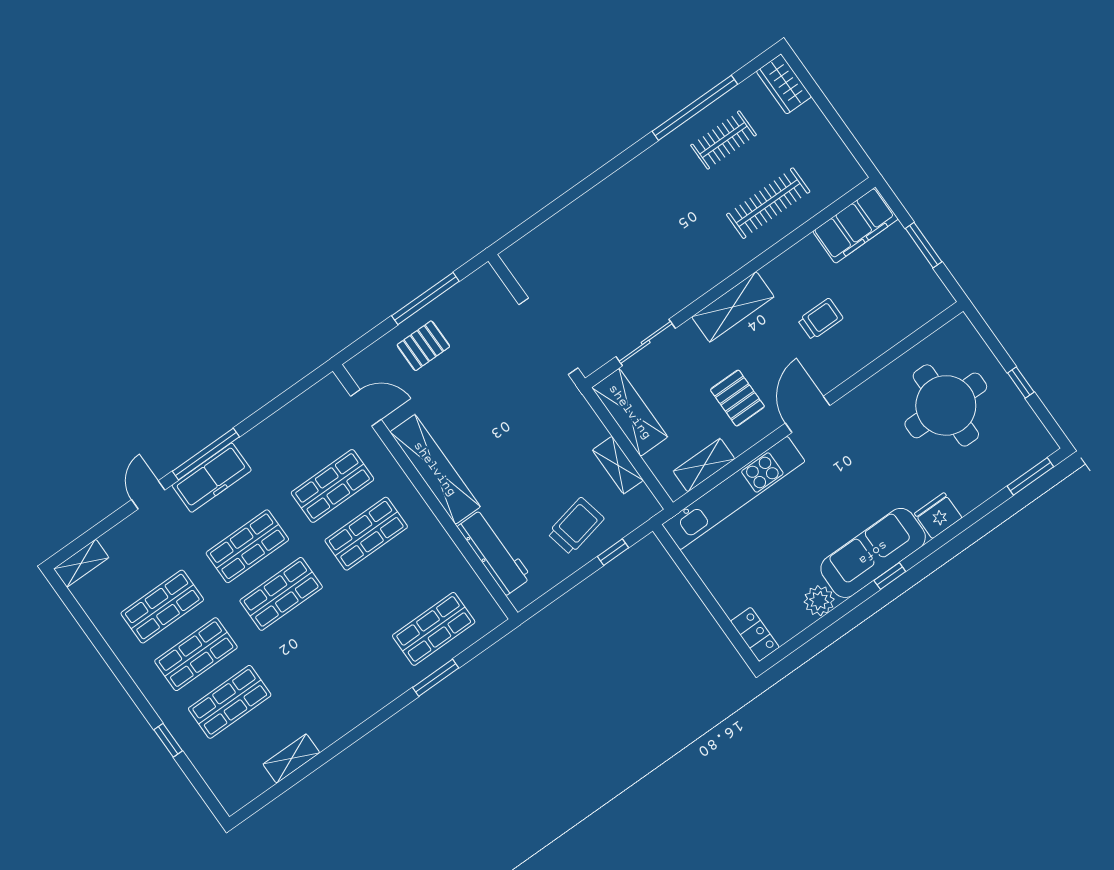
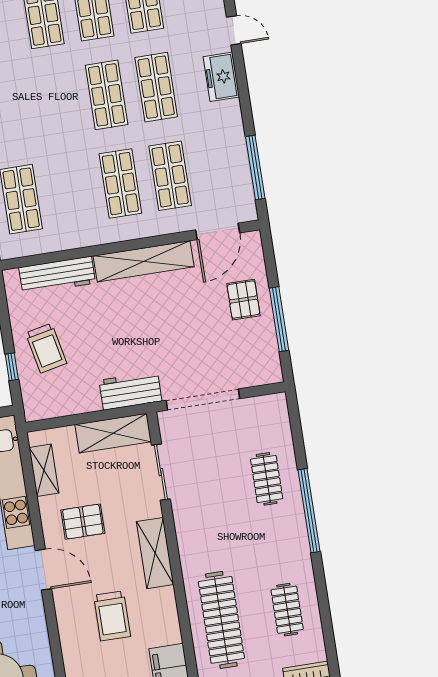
window: (695, 108) -> (309, 511), moved
clothes rail: (768, 203) -> (221, 620), width x1.37, depth x1.31
clothes rail: (598, 229) -> (267, 479), added
trolley: (820, 319) -> (112, 616), width x1.36, depth x1.39
door: (366, 408) -> (218, 231), width x1.38
workbench: (577, 416) -> (130, 391), added
window: (206, 454) -> (255, 167), moved
shelving: (618, 465) -> (77, 404), removed
freezer: (212, 478) -> (221, 77), width x0.71

